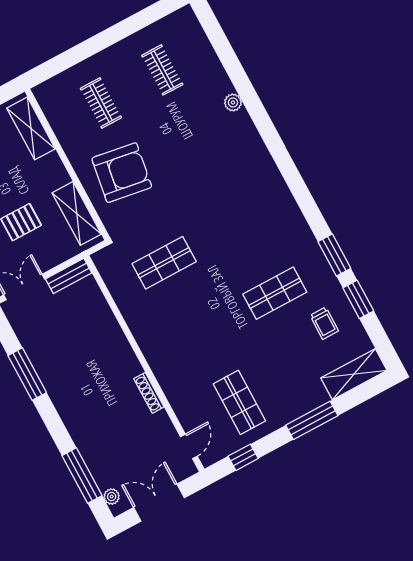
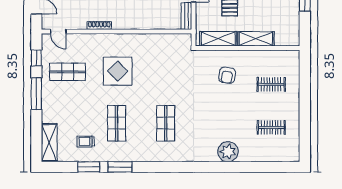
plant: (233, 102) -> (228, 152), width x1.88, depth x1.88
shelving: (31, 128) -> (256, 39), moved
armchair: (122, 173) -> (227, 75), width x0.53, depth x0.53
shop shelf: (164, 263) -> (166, 123), moved
display table: (200, 332) -> (118, 71), added
window: (312, 420) -> (36, 94), moved

